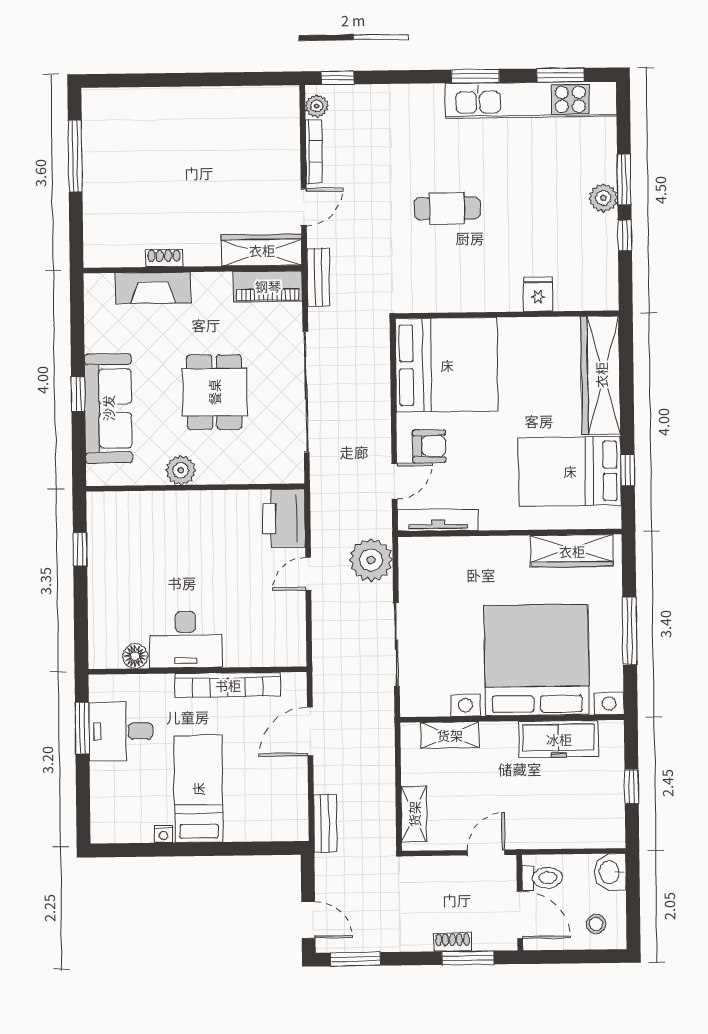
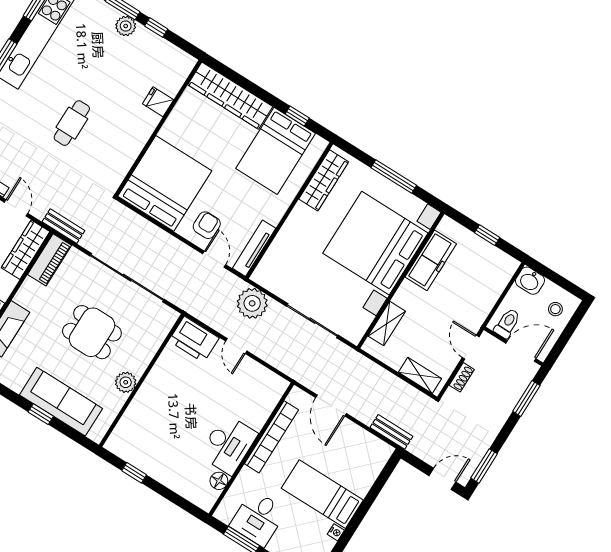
shoe rack: (452, 942) -> (462, 377), moved, turned 180

